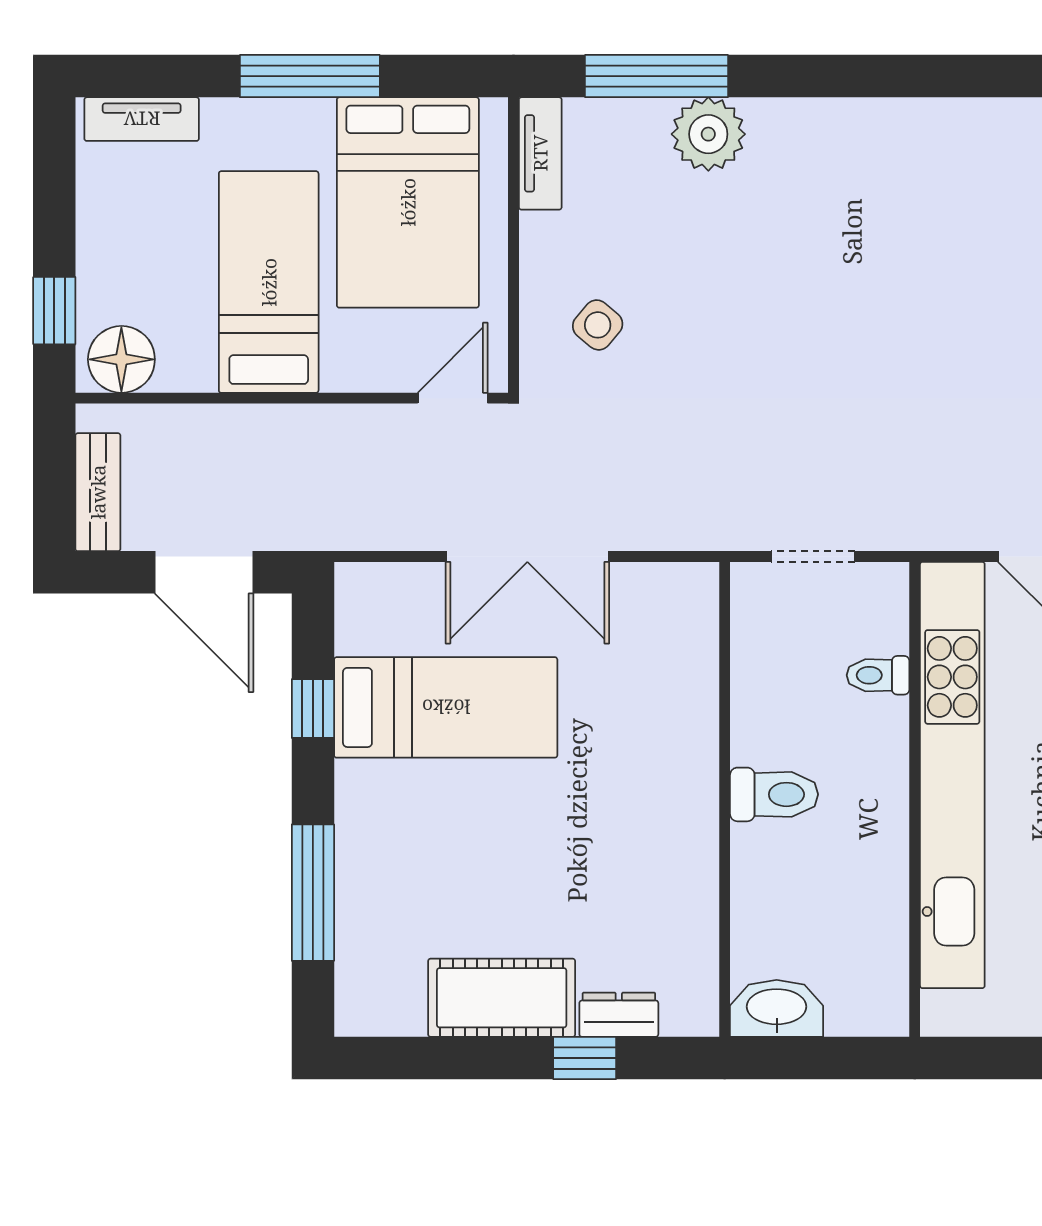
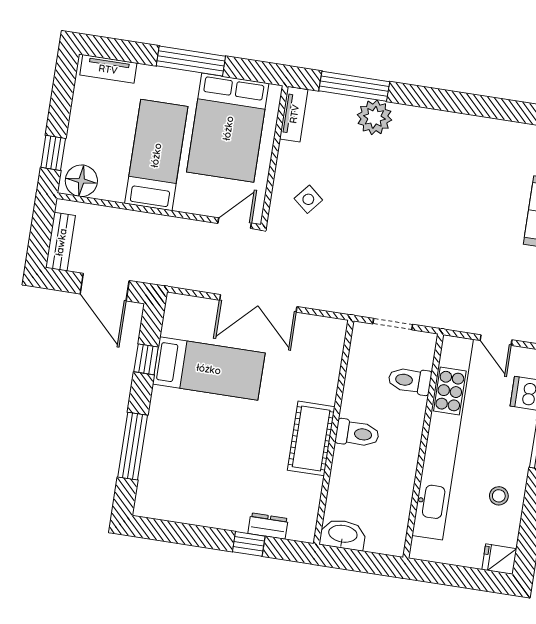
toilet: (878, 675) -> (410, 381), width x1.37, depth x1.39
cot: (502, 998) -> (311, 438), moved, turned 90

